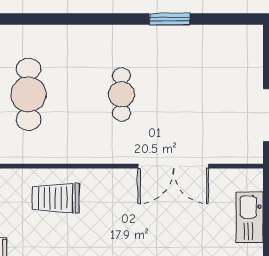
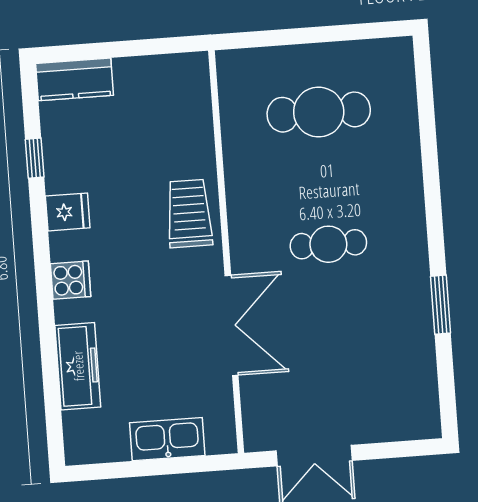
double door: (173, 166) -> (232, 325), swing flipped
trolley: (56, 198) -> (189, 213), moved

